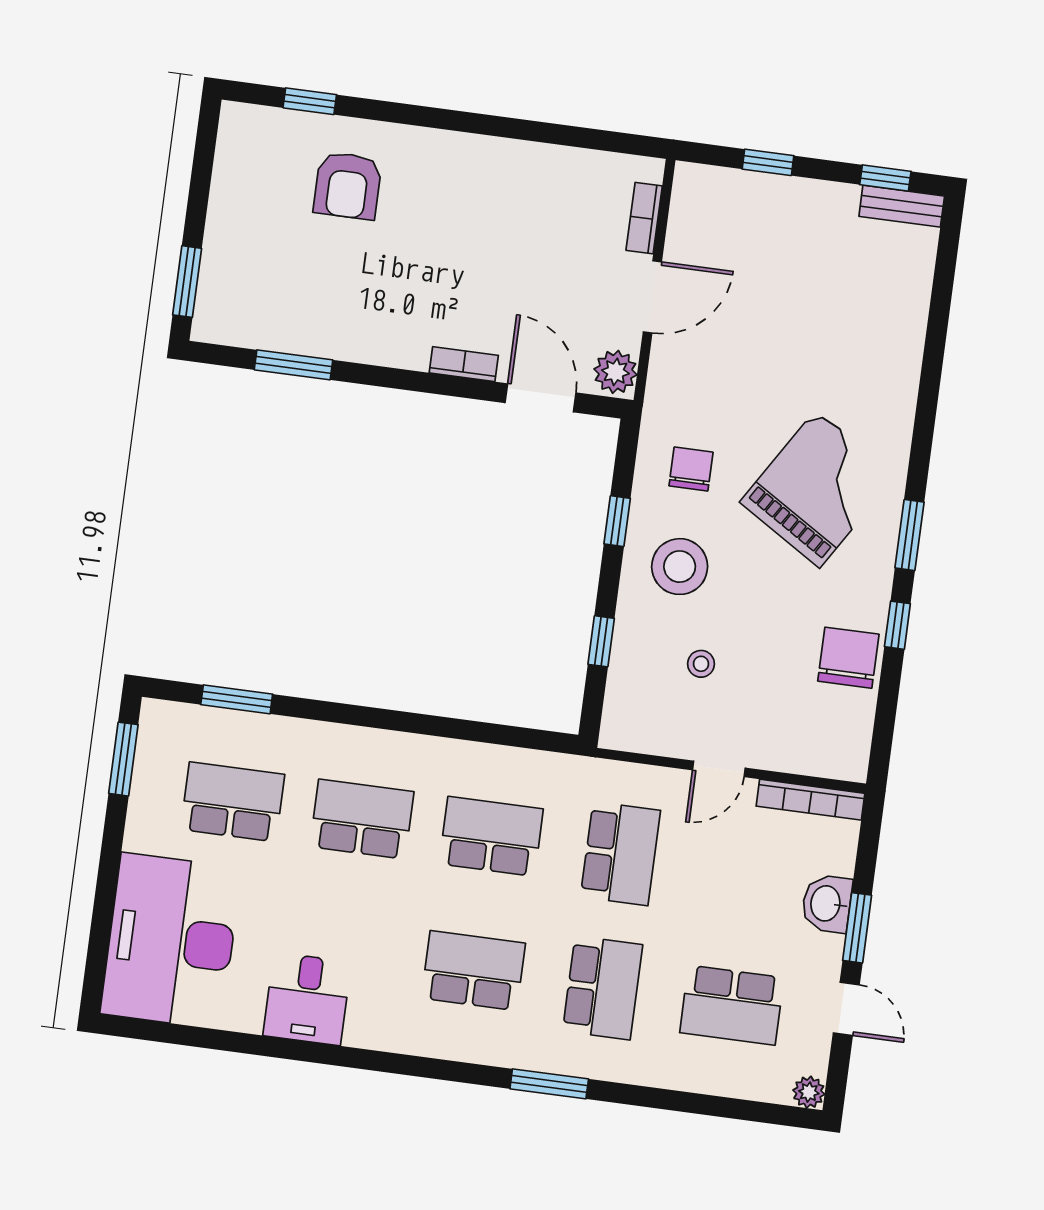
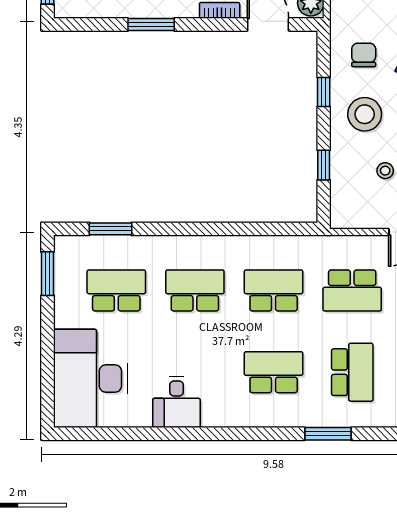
window: (293, 365) -> (151, 24), moved
school desk: (620, 854) -> (352, 290), turned 90

